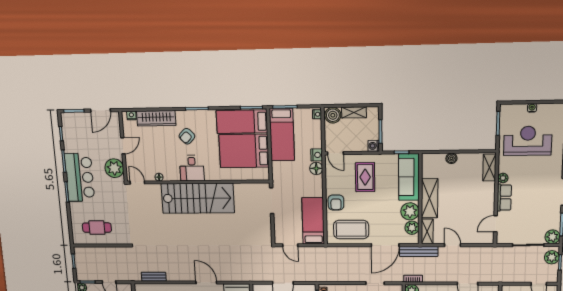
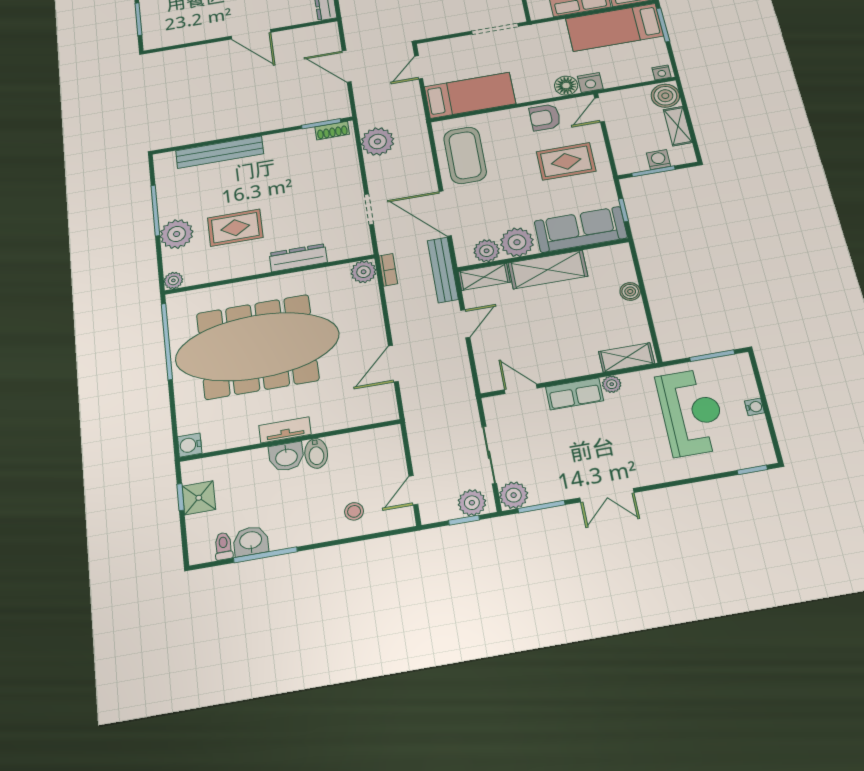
washing machine: (374, 146) -> (659, 160), moved
armchair: (336, 202) -> (545, 117), moved
plant: (334, 273) -> (378, 142), added

